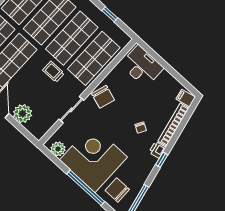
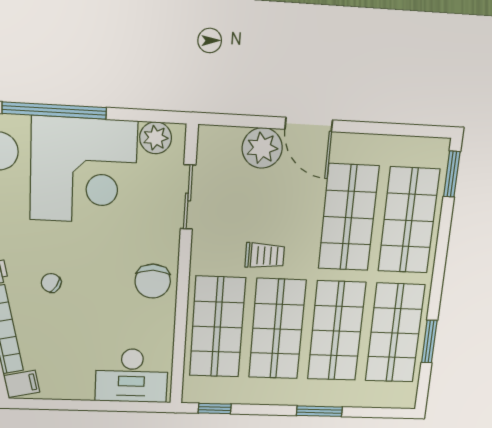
window: (110, 14) -> (215, 409), moved
chair: (103, 97) -> (153, 281), turned -108
sliding door: (71, 110) -> (188, 197), moved

